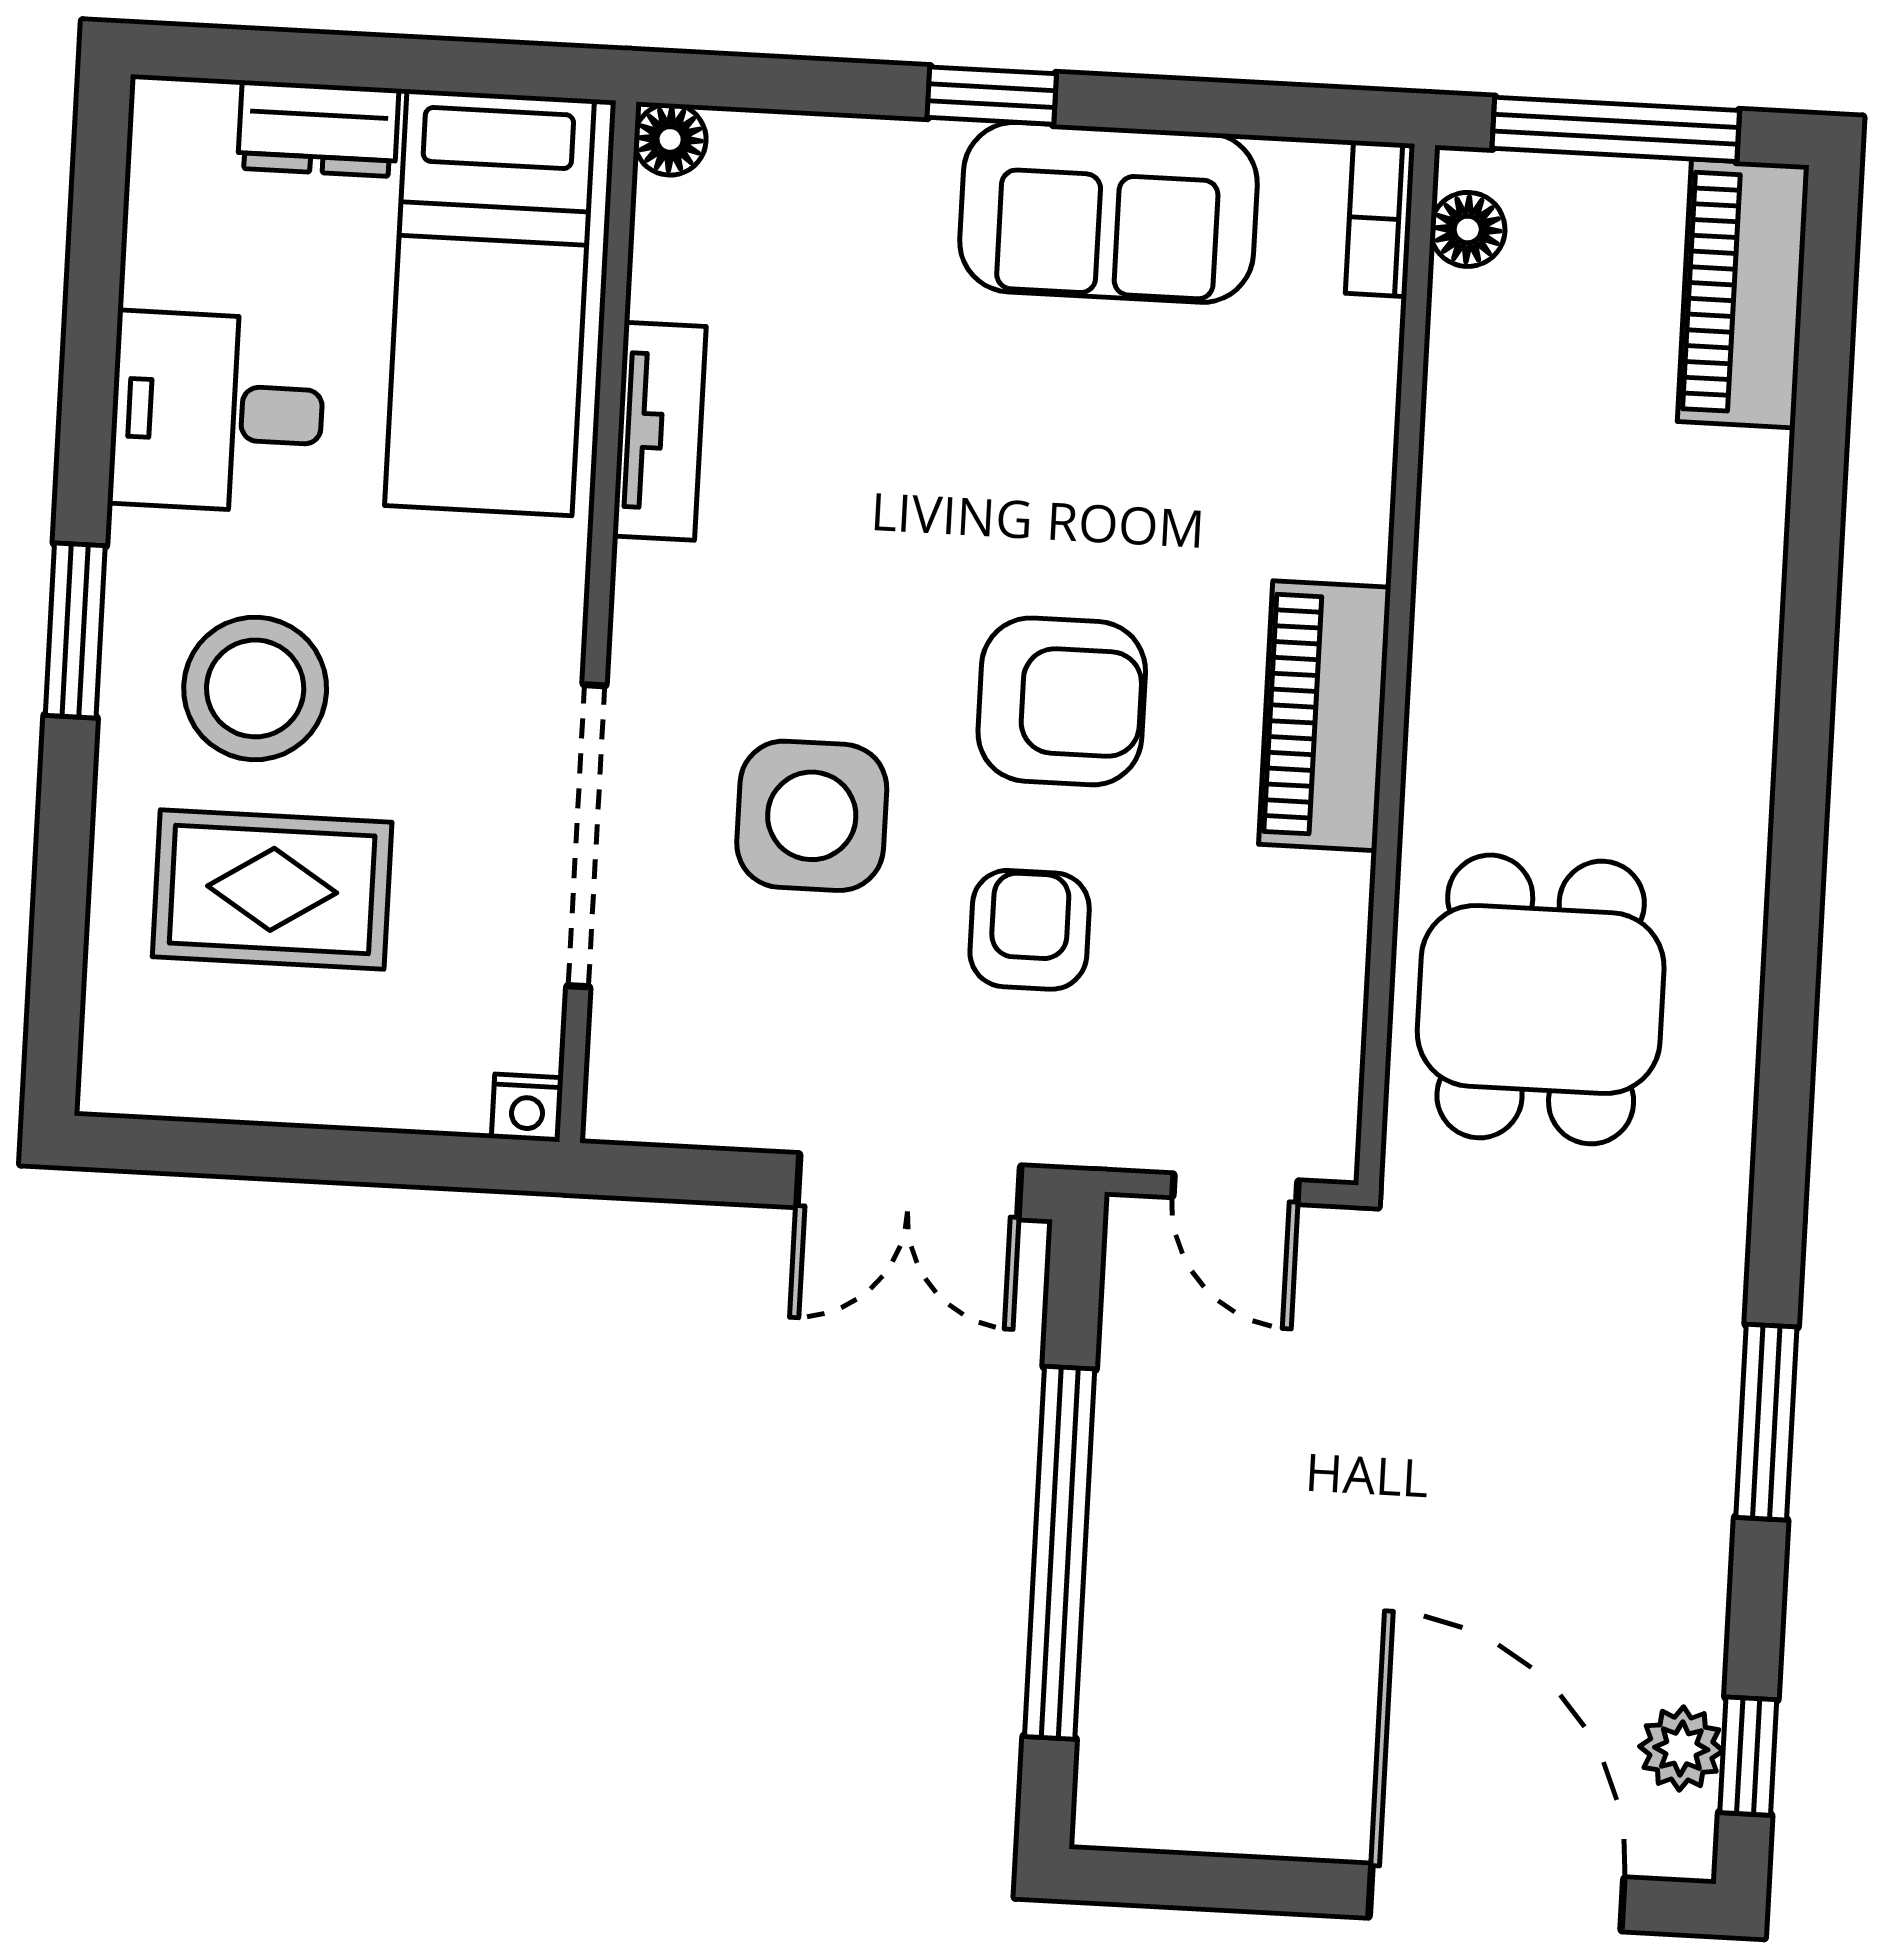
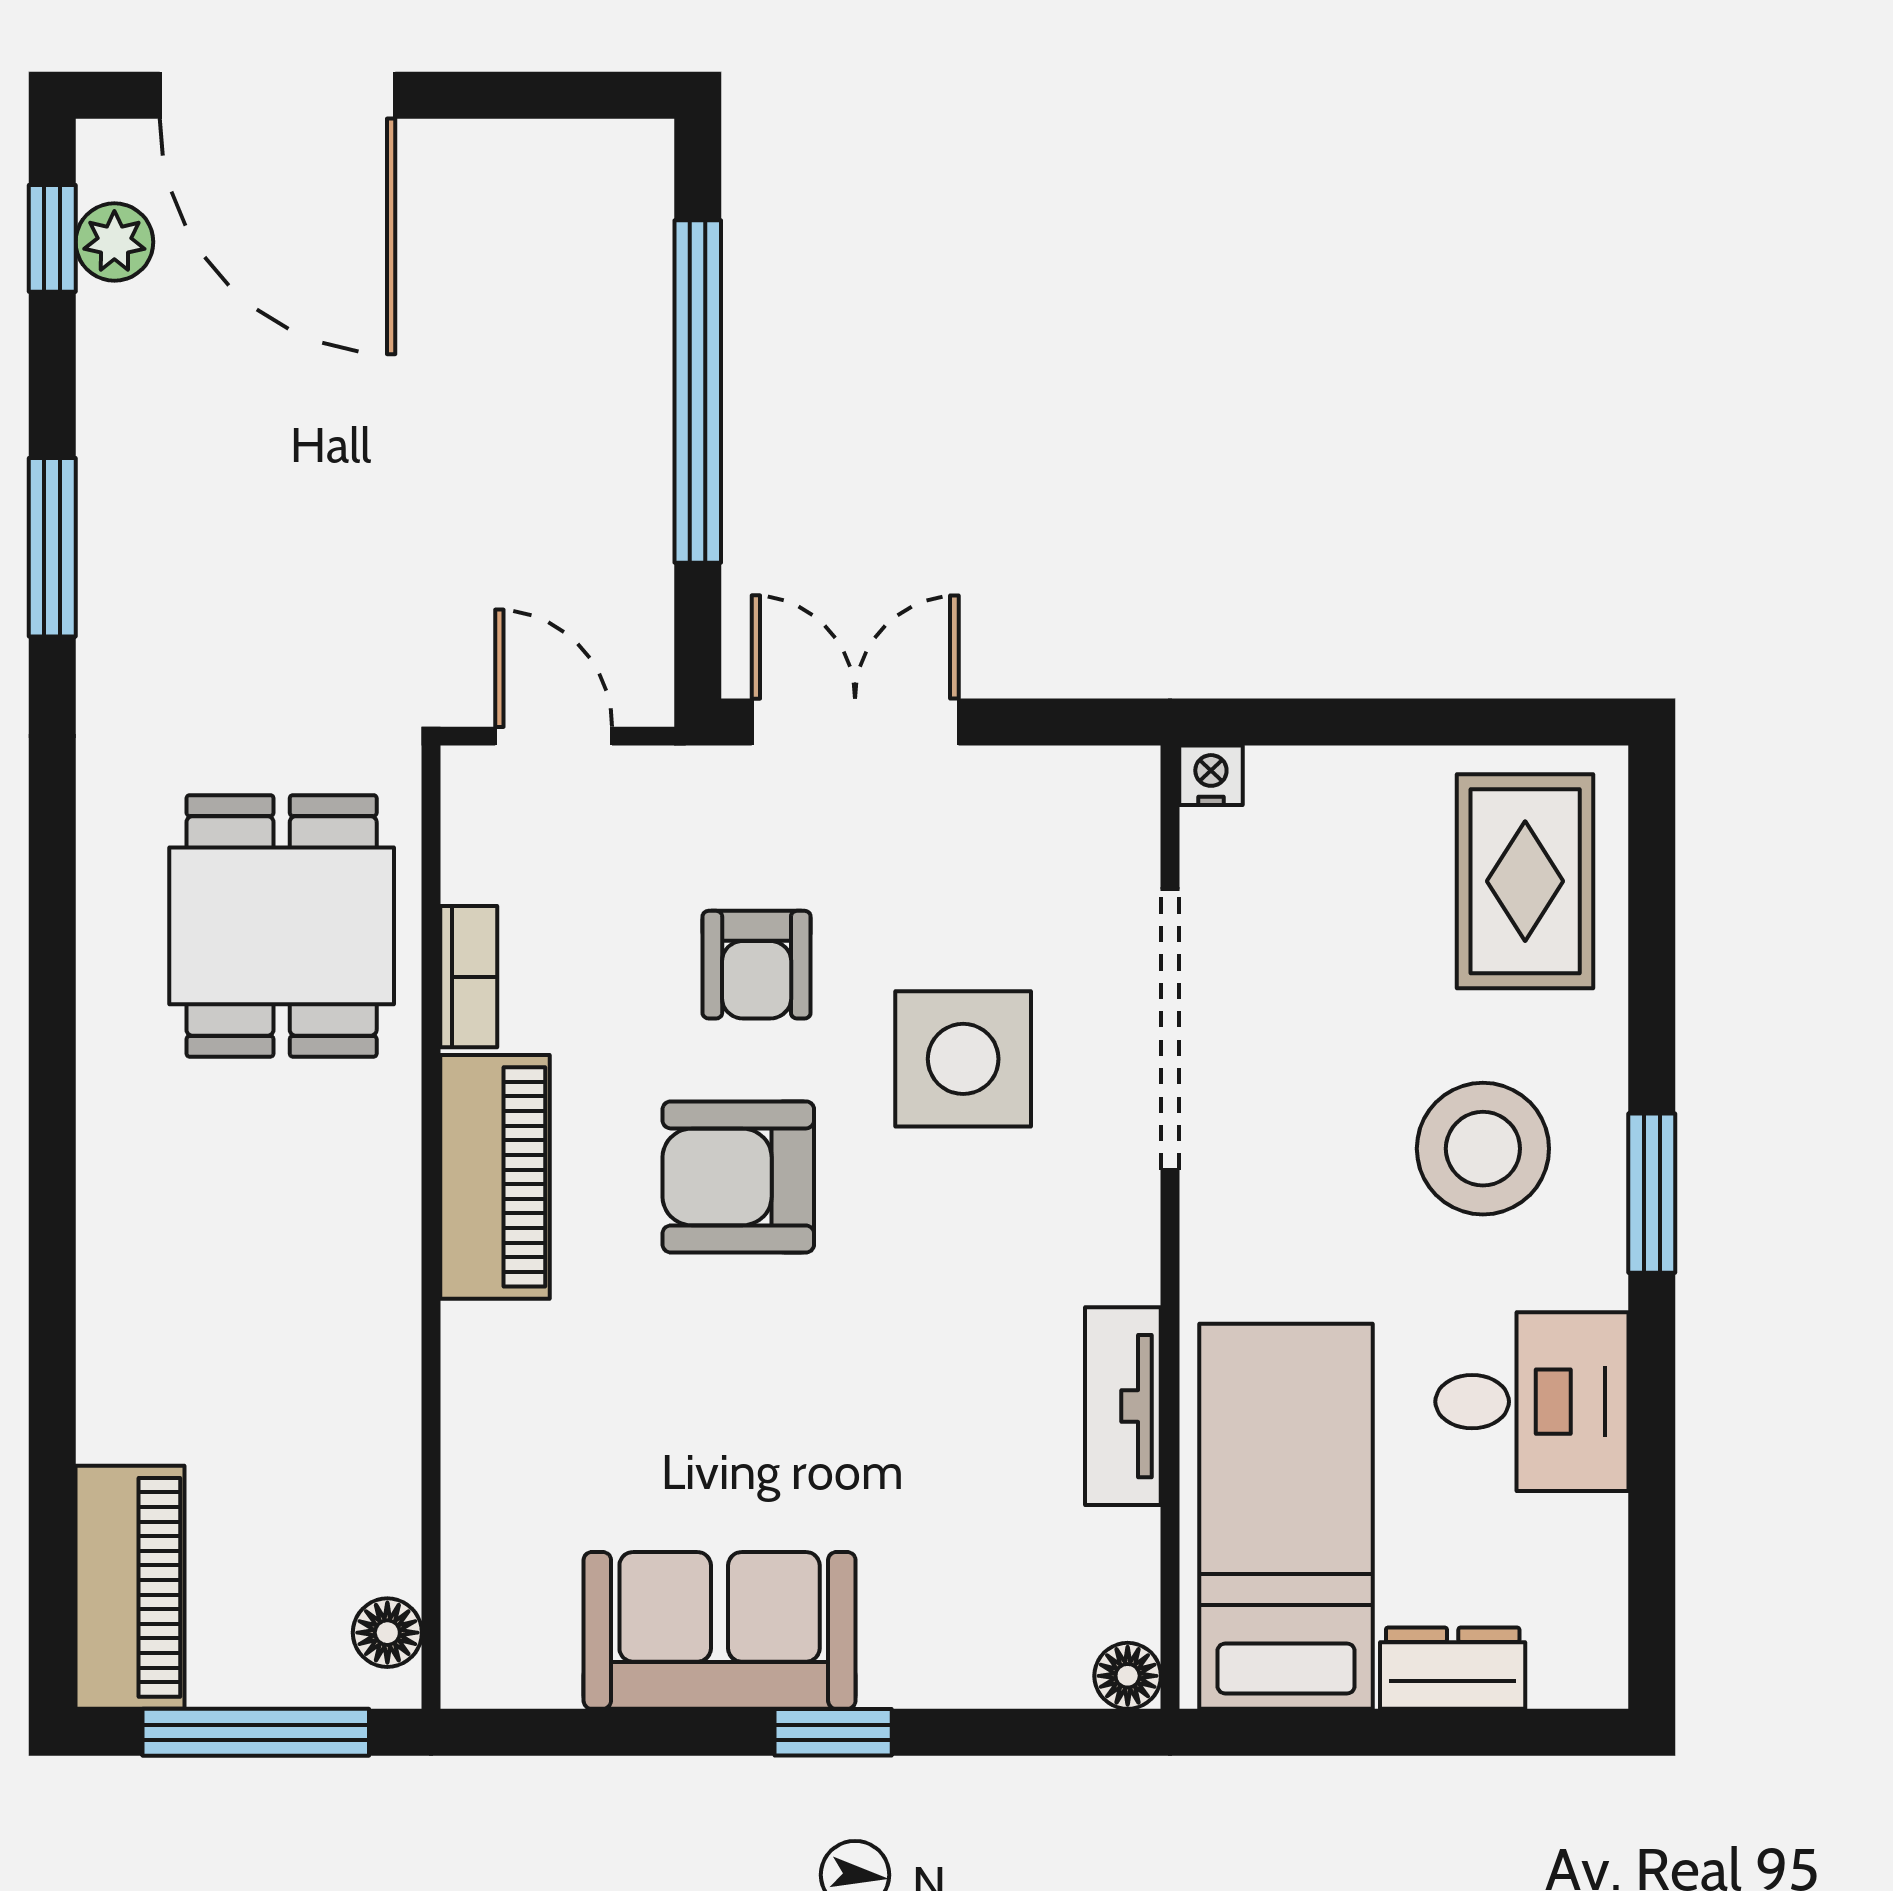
bookcase: (1380, 219) -> (469, 977), moved
rug: (272, 889) -> (1525, 881), moved, turned 90

